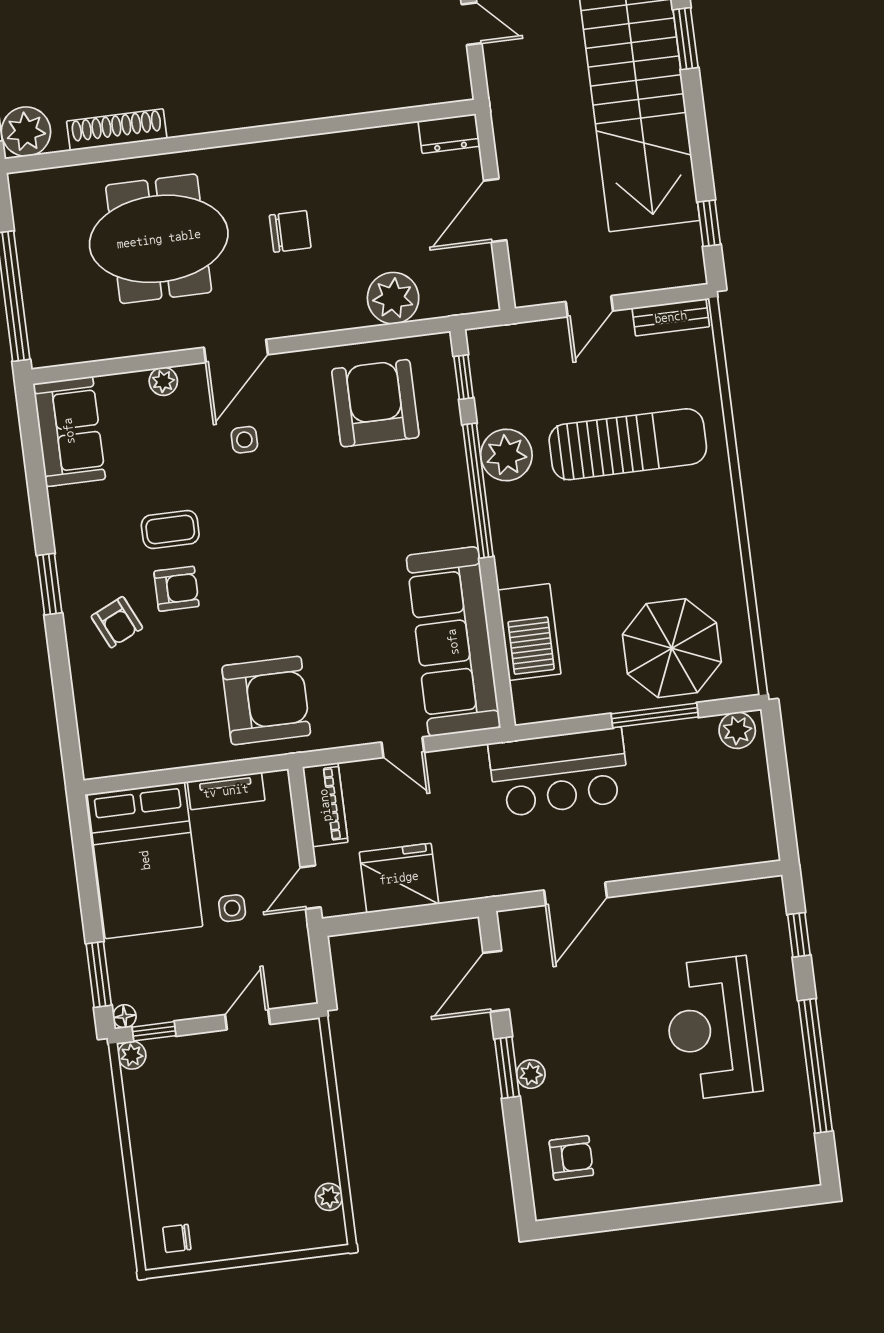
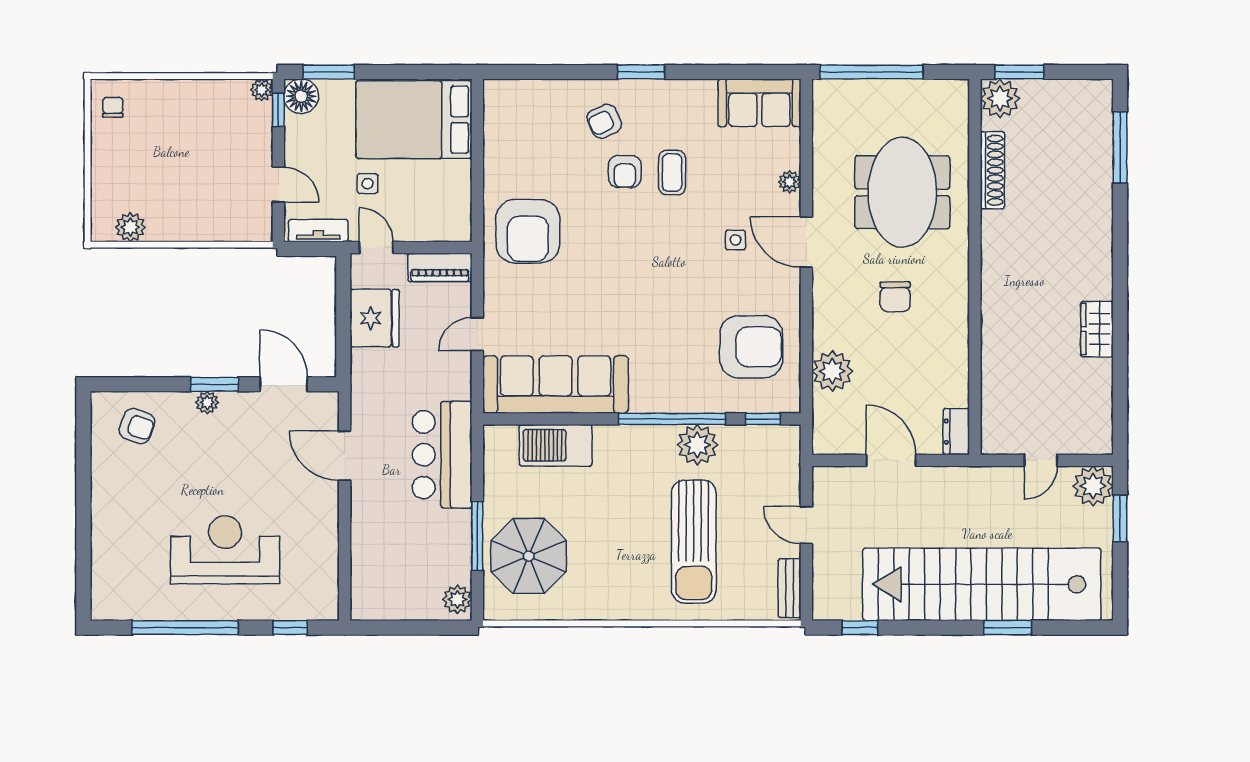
tv unit: (226, 791) -> (318, 231), moved, turned 90
floor lamp: (125, 1016) -> (301, 96), width x1.89, depth x1.89
armchair: (571, 1158) -> (137, 426), turned -70
plant: (329, 1197) -> (130, 227), width x1.38, depth x1.38

